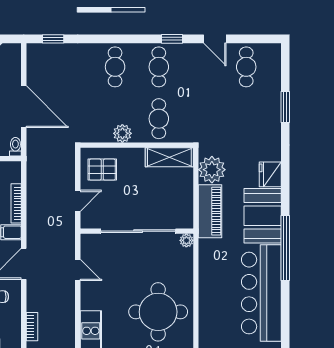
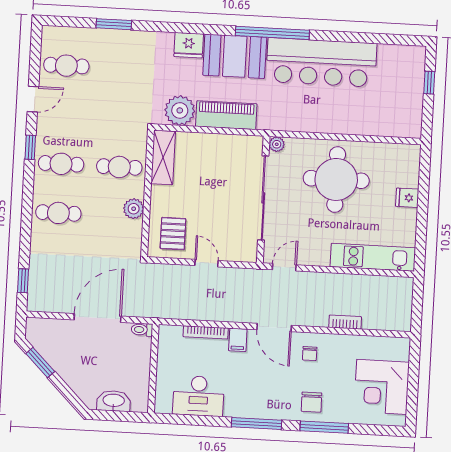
wall: (137, 231) -> (263, 200), moved
sliding door: (138, 231) -> (263, 198), moved
plant: (186, 240) -> (277, 144), moved

